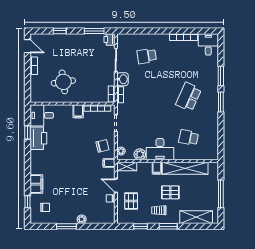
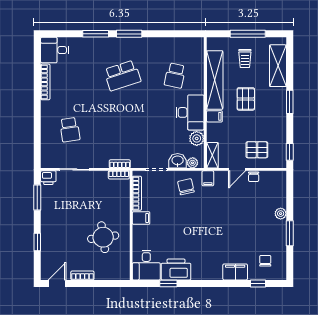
washbasin: (123, 79) -> (178, 161), moved
school desk: (189, 97) -> (122, 76), turned -42
trolley: (159, 210) -> (245, 58), moved
window: (141, 226) -> (290, 152), moved

